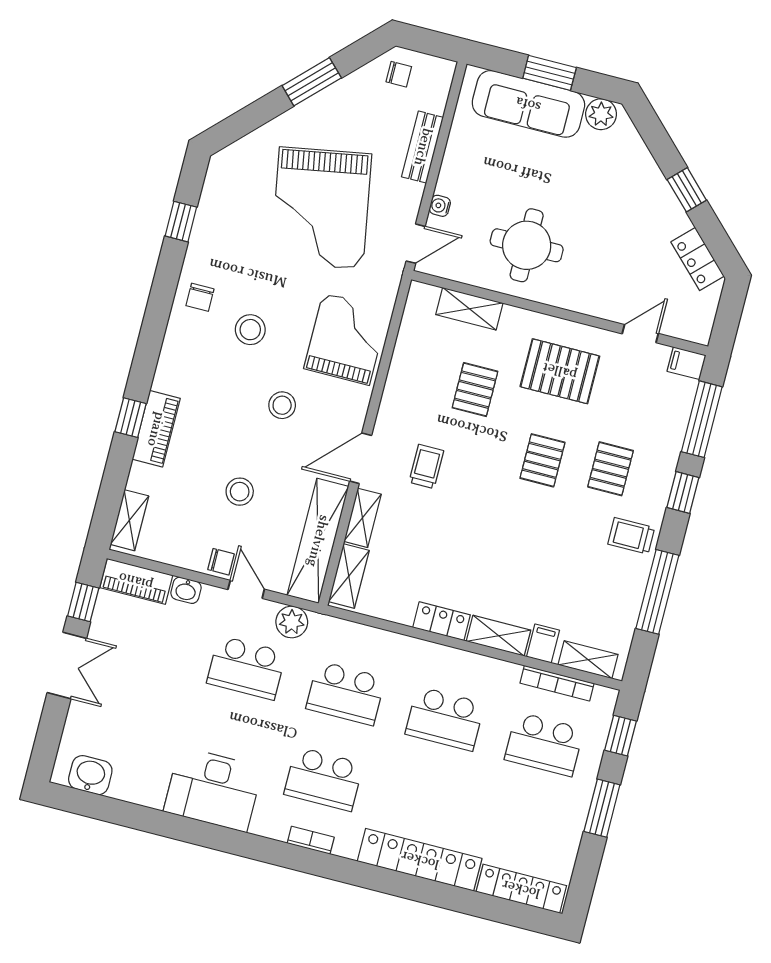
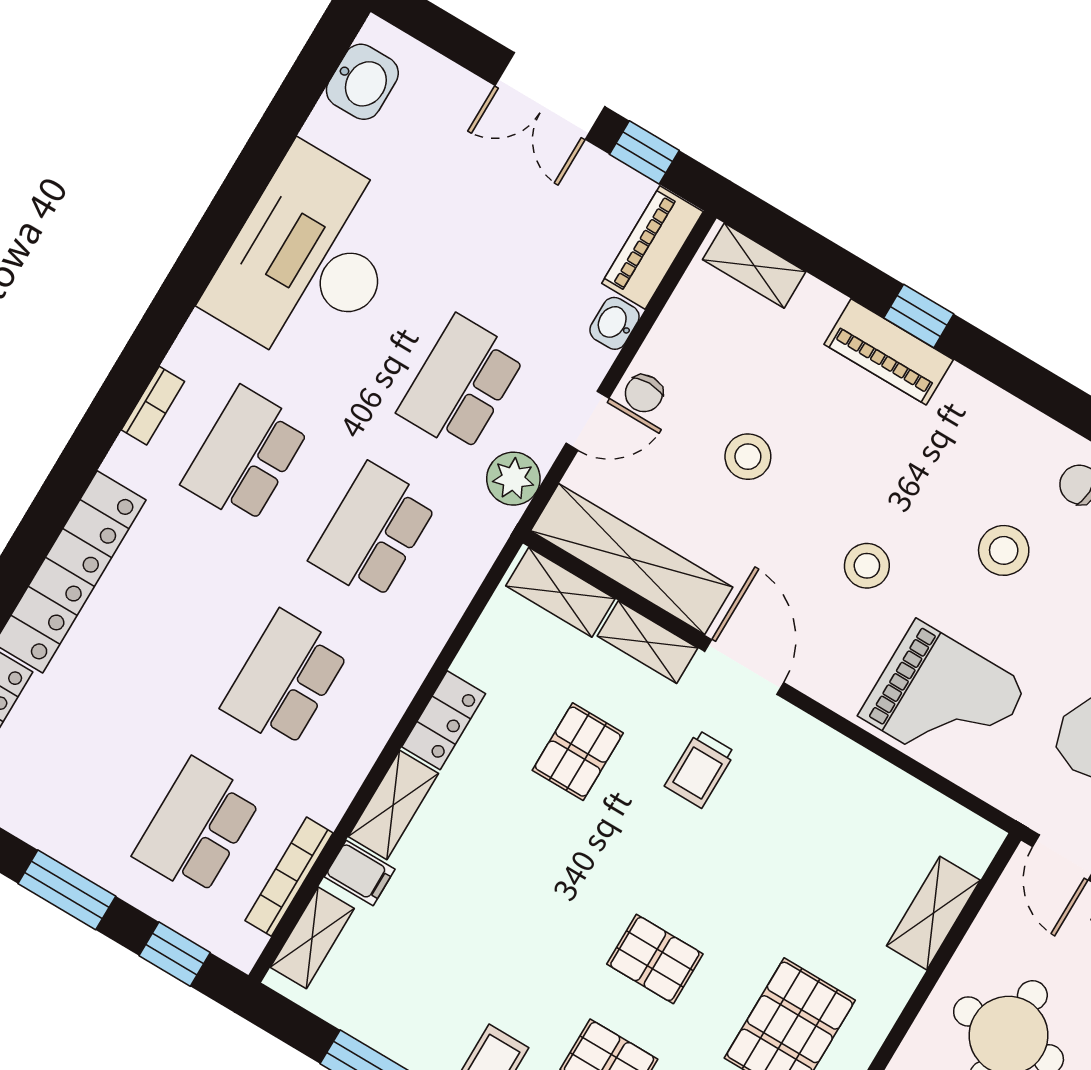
pallet: (475, 390) -> (578, 752), moved, turned 90
trolley: (426, 467) -> (700, 769), turned 90
desk: (213, 789) -> (309, 259), width x1.36, depth x1.30

